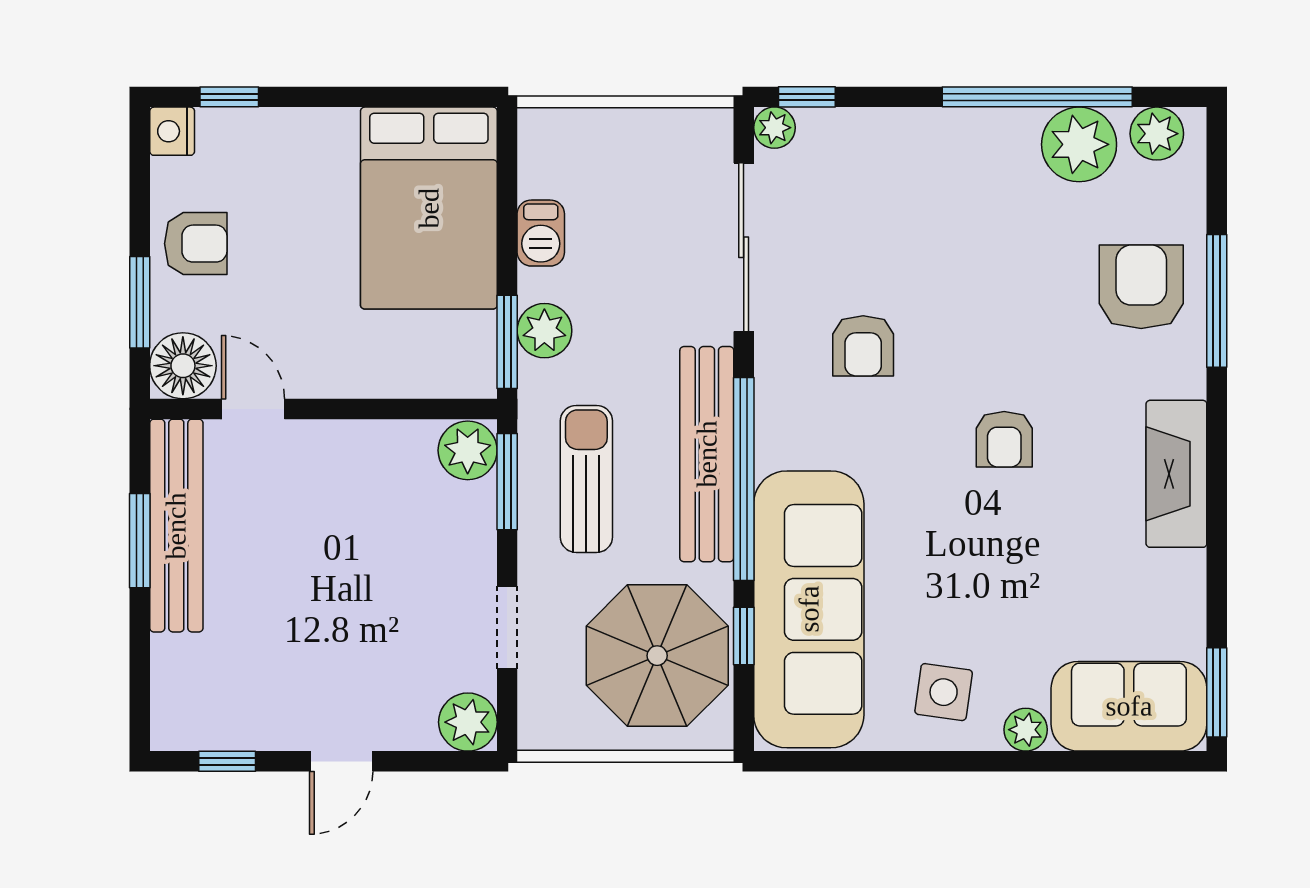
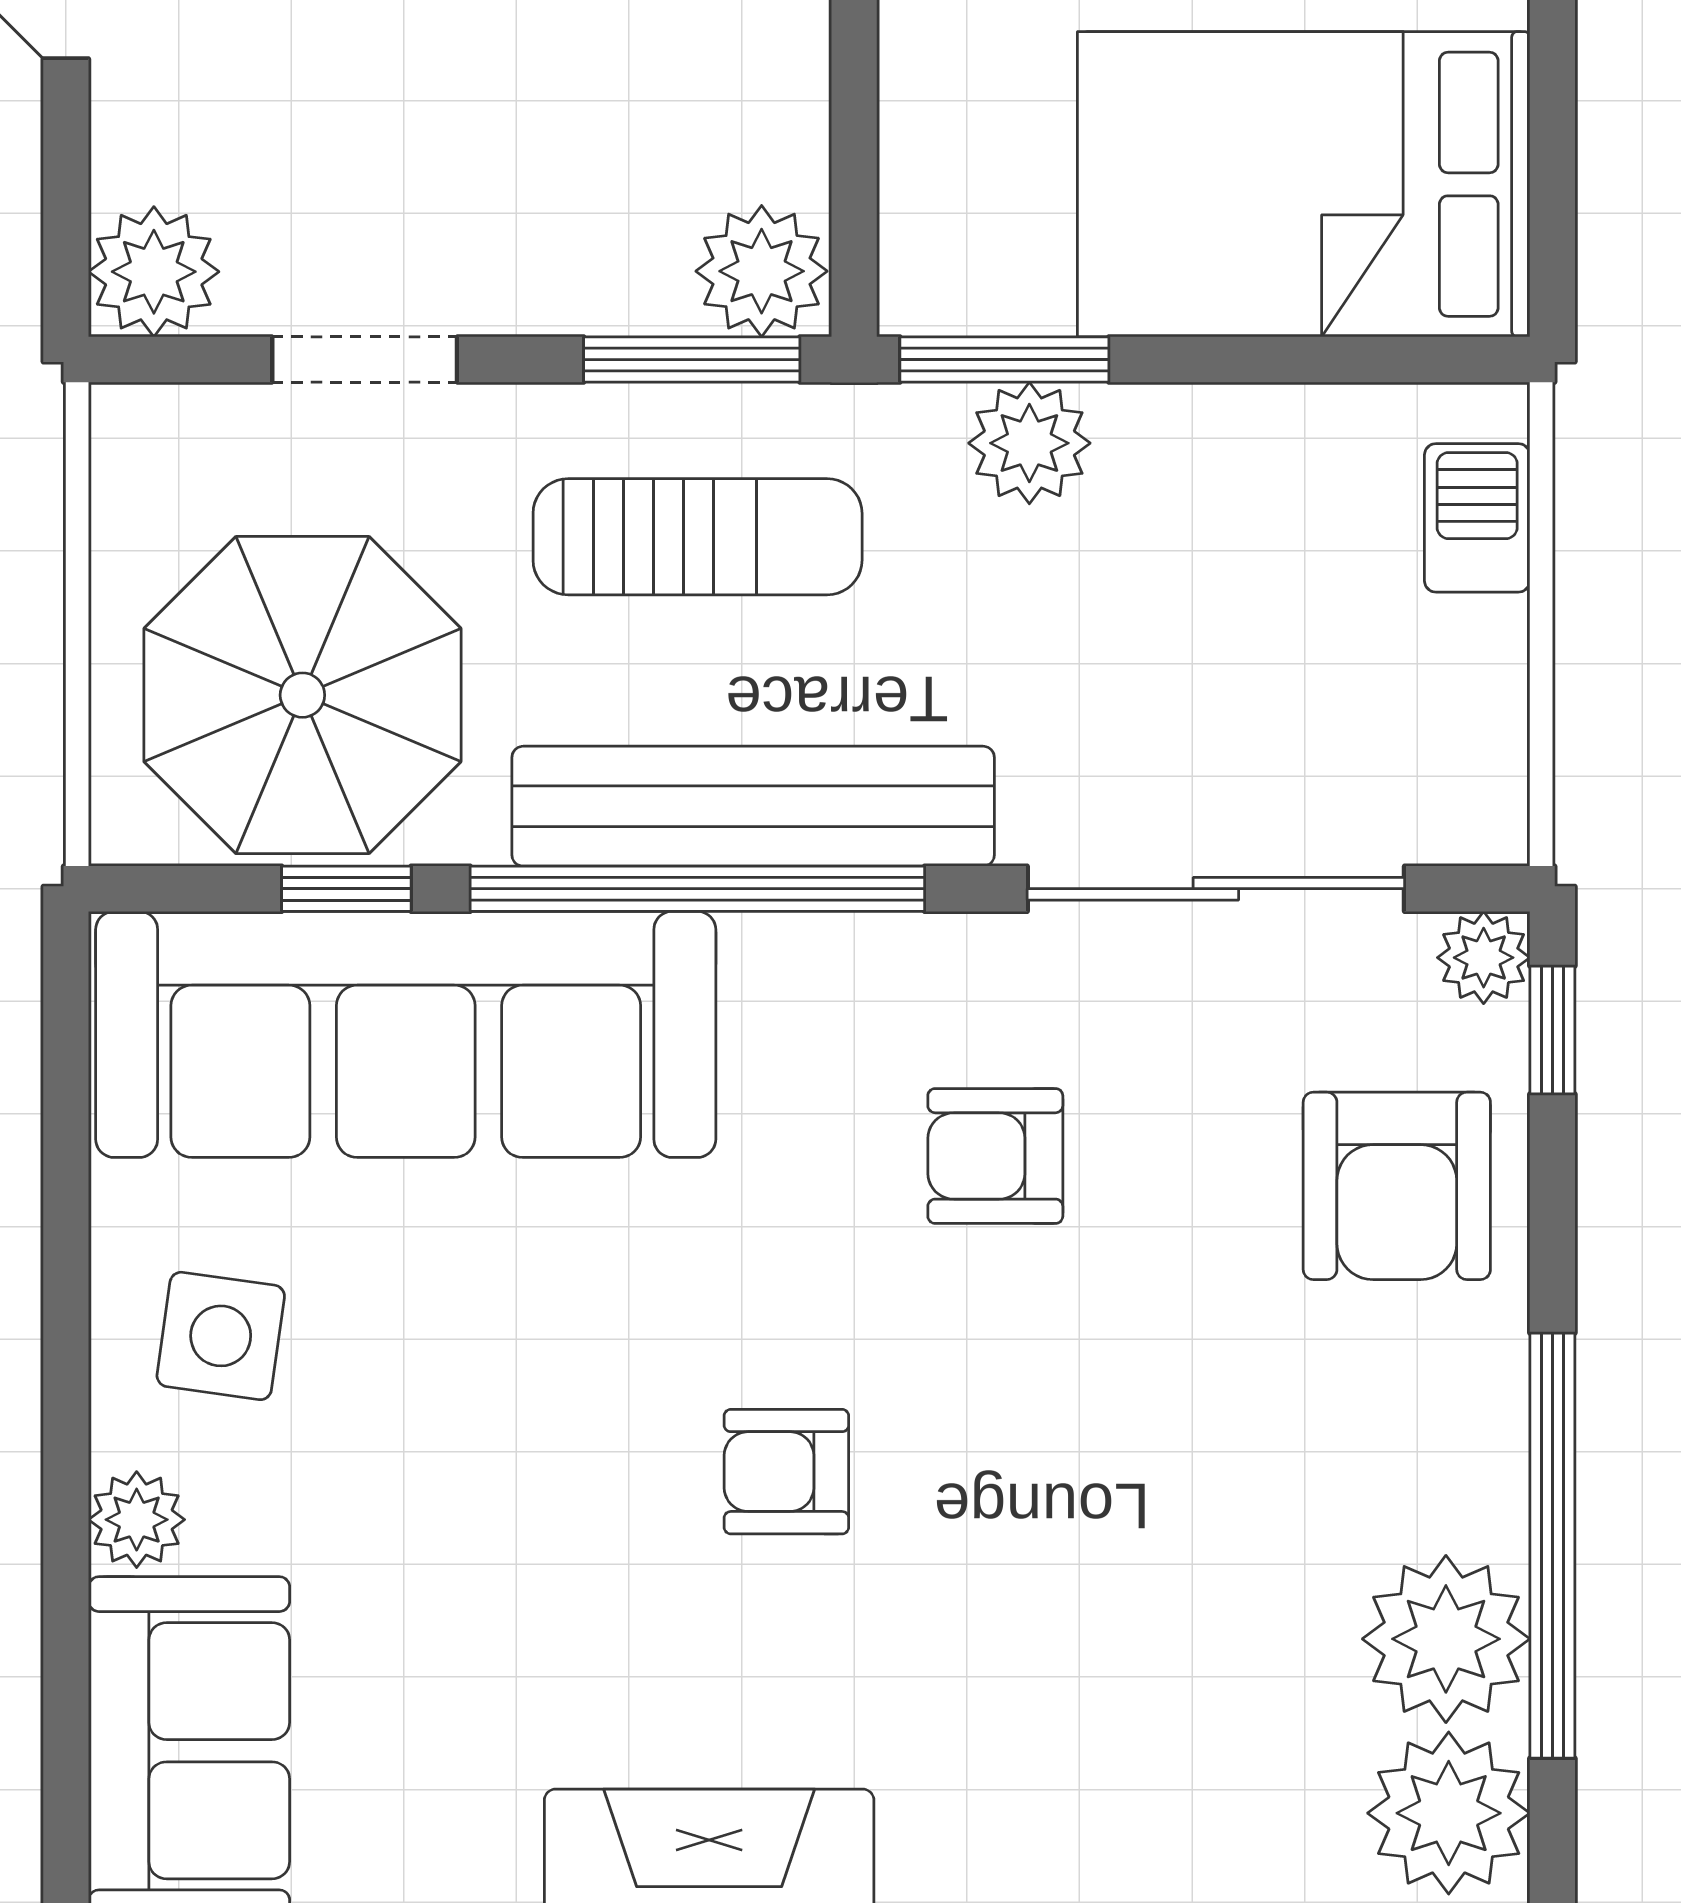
plant: (1157, 134) -> (1449, 1813), width x1.36, depth x1.36
barbecue: (541, 233) -> (1477, 518), moved, turned 90
armchair: (1141, 287) -> (1397, 1186), moved, turned 90

